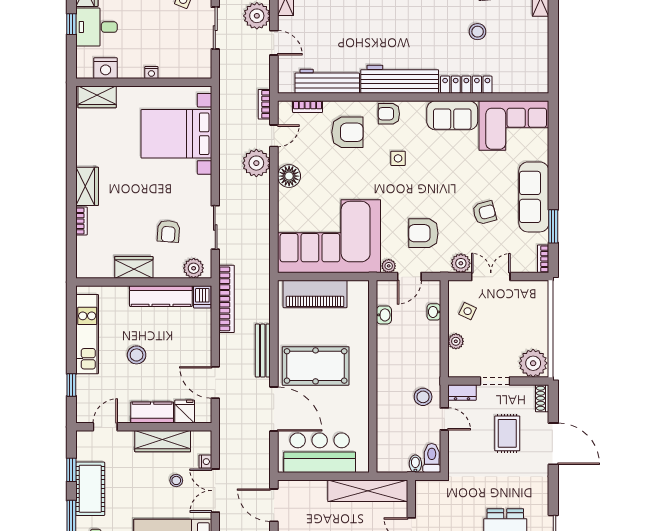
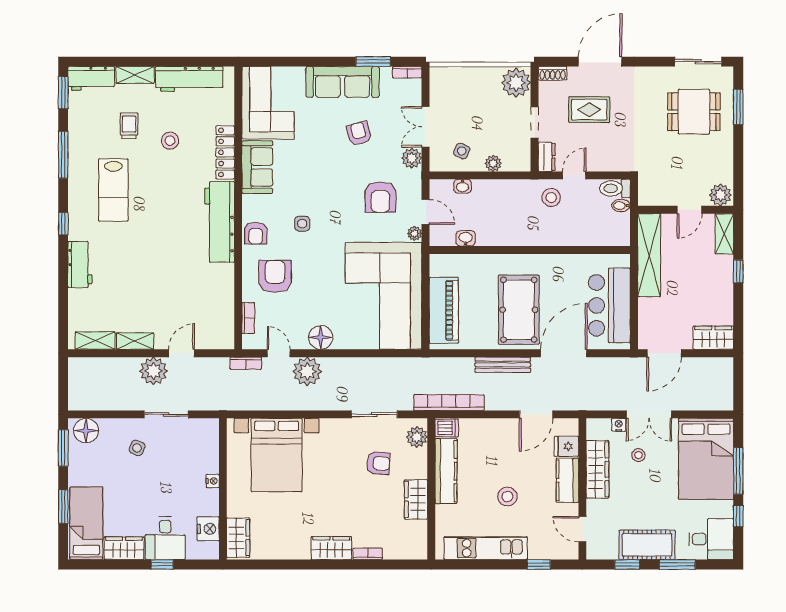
workbench: (327, 81) -> (189, 79), moved, turned -90

